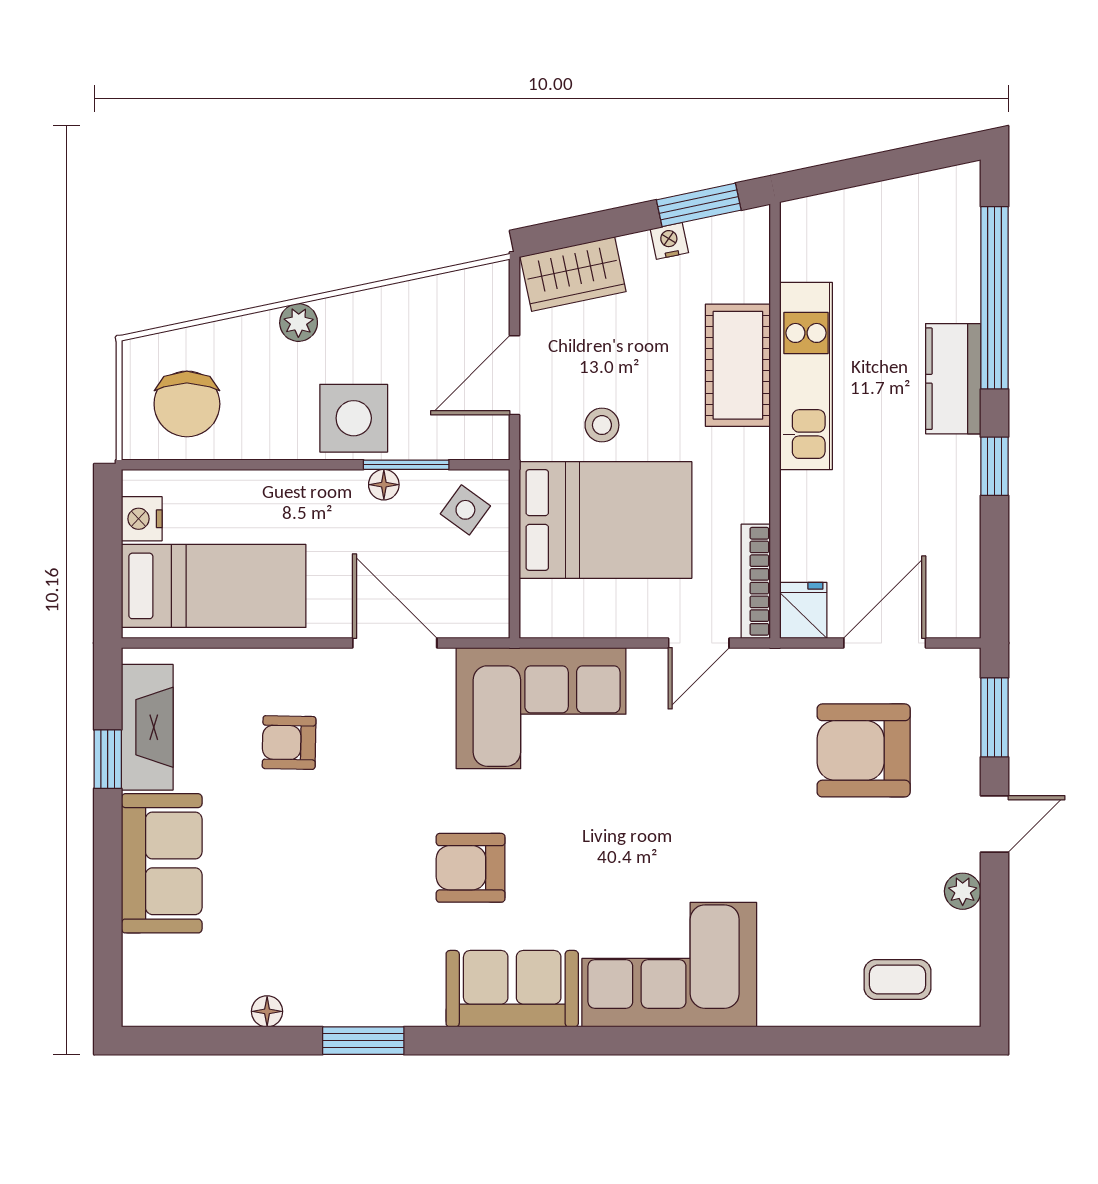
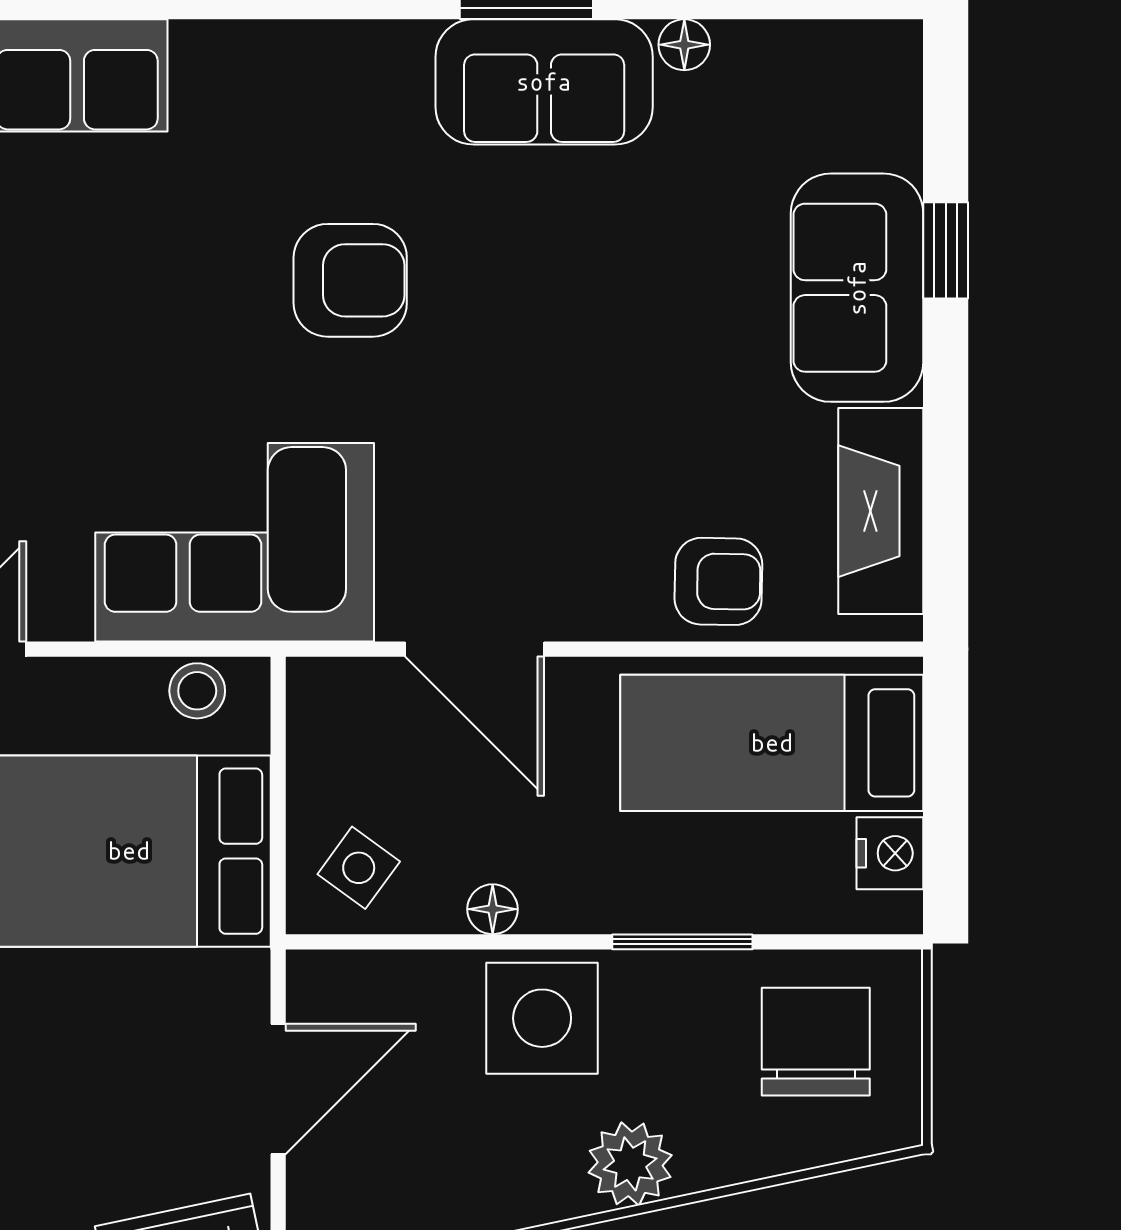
plant: (299, 323) -> (630, 1164), width x1.38, depth x1.38
stool: (602, 425) -> (197, 691), moved
window: (406, 465) -> (682, 942), moved
armchair: (289, 743) -> (718, 581), moved
window: (108, 759) -> (946, 250), moved
sofa: (512, 989) -> (544, 82), moved

